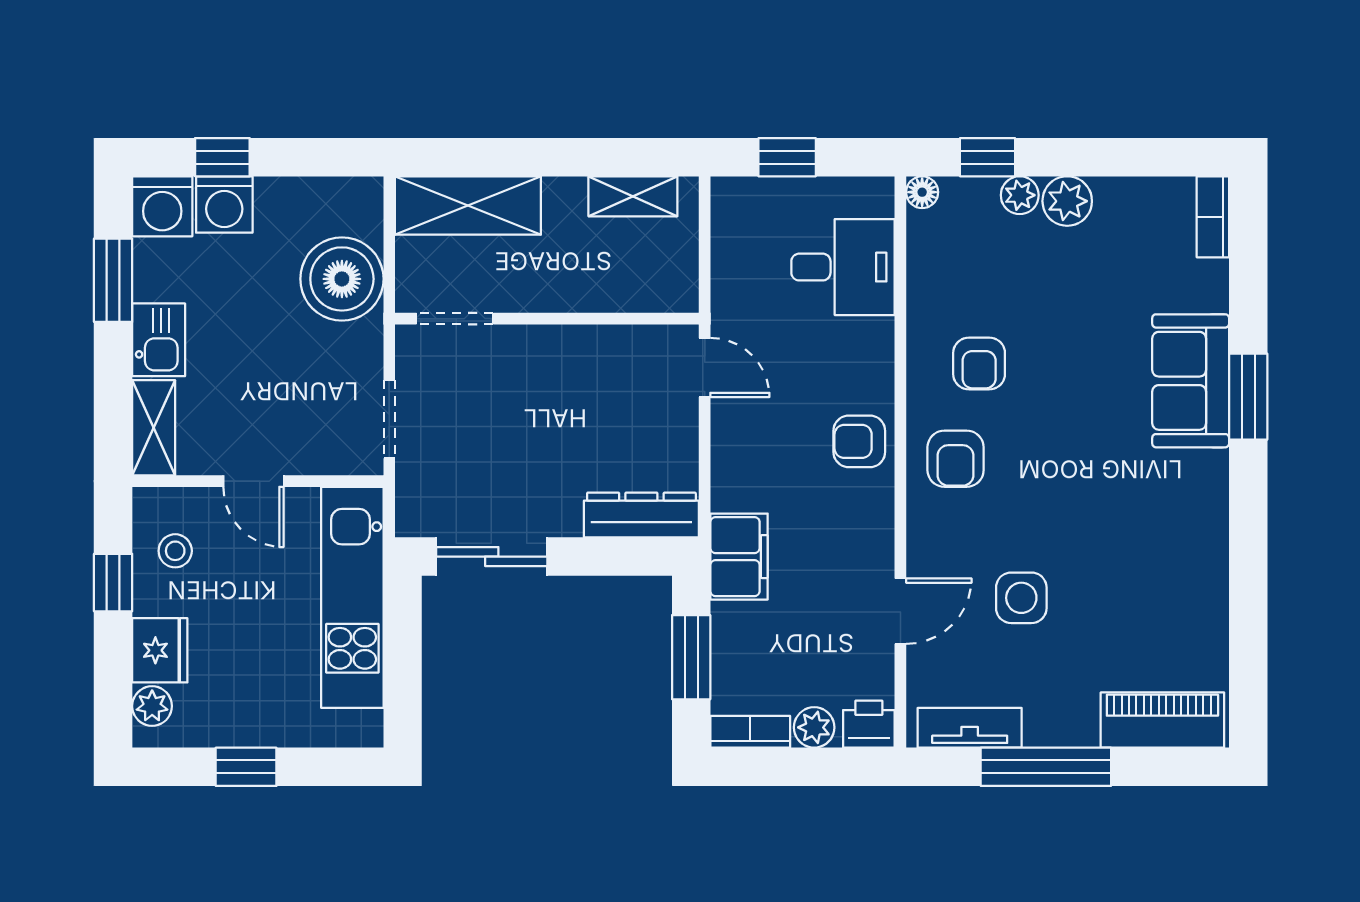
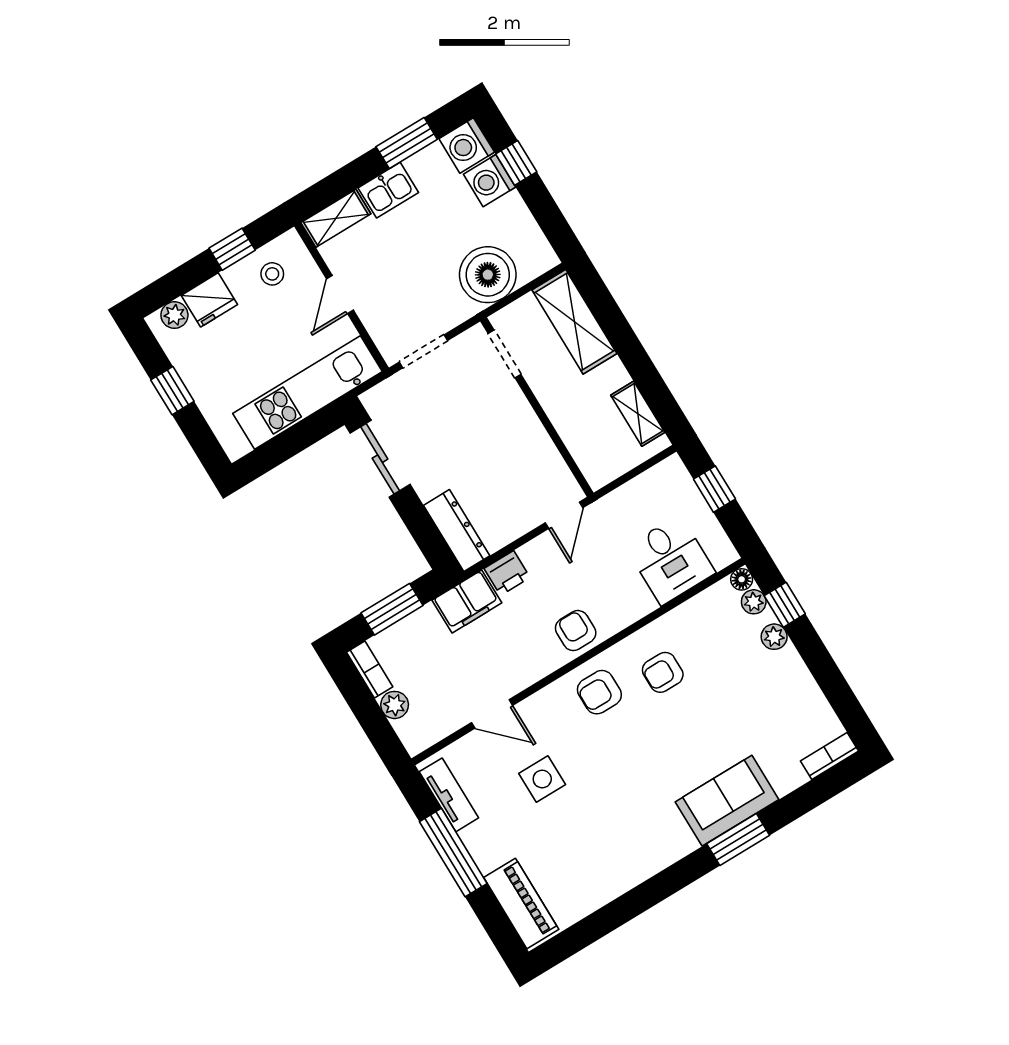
plant: (1067, 201) -> (754, 602), moved, width x0.73, depth x0.73
printer: (869, 724) -> (507, 573), moved, turned 90

